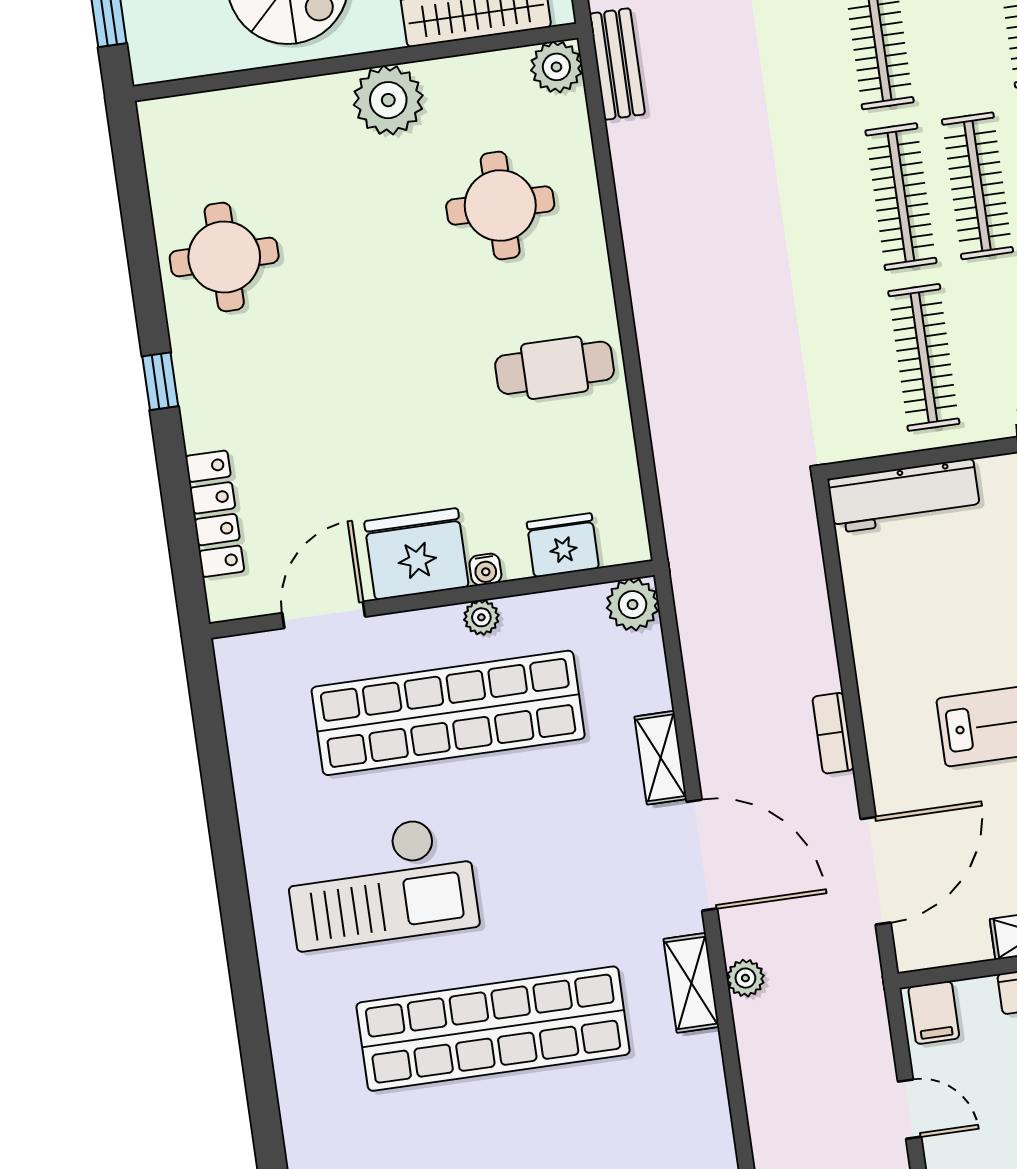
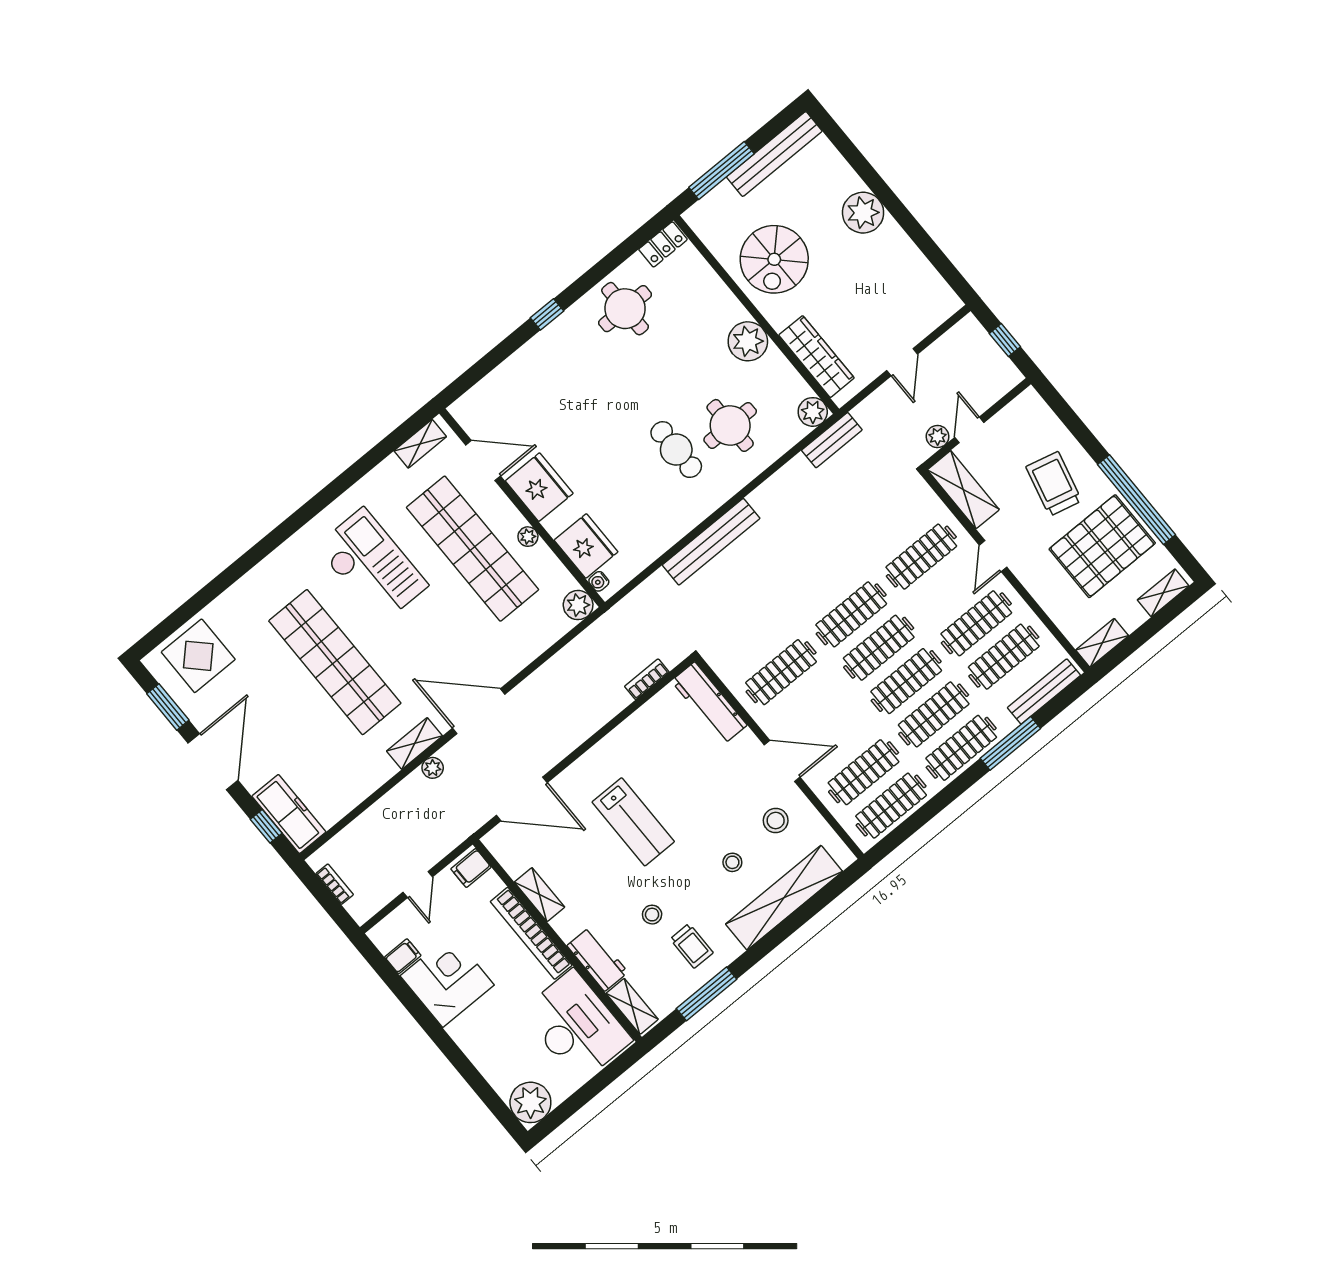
bench: (660, 343) -> (711, 542), added
cafe table: (555, 368) -> (676, 450), moved
locker: (215, 514) -> (663, 244), moved, width x0.66
fridge: (563, 545) -> (586, 546), width x1.36, depth x1.34
water cooler: (485, 569) -> (599, 581), moved
bookcase: (833, 733) -> (647, 679), moved
shelving: (661, 758) -> (420, 444), moved
door: (702, 855) -> (479, 711), swing flipped
checkout: (381, 883) -> (372, 566), turned 180

